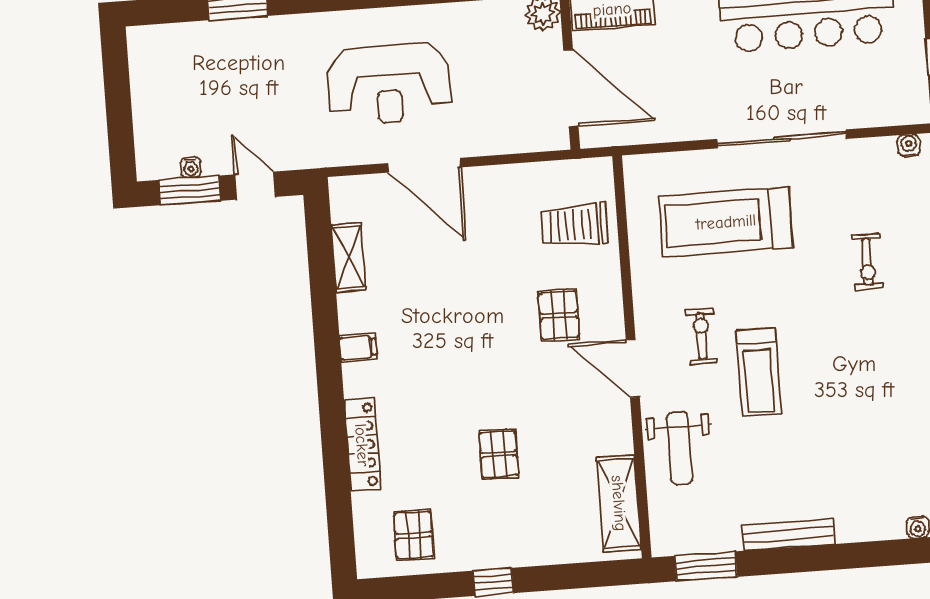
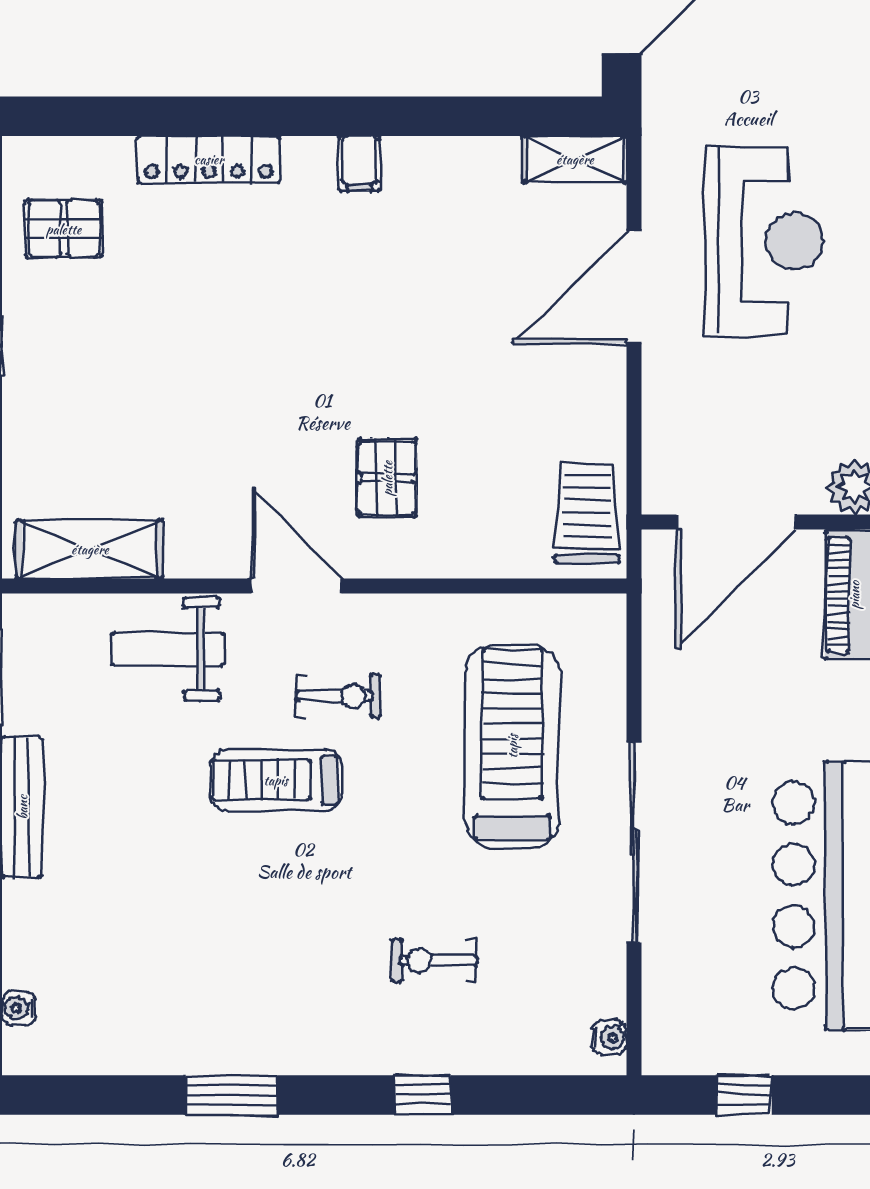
reception desk: (389, 84) -> (764, 241), turned 180
trolley: (575, 225) -> (587, 513), moved
shelving: (349, 257) -> (575, 159), moved
pallet: (559, 315) -> (387, 478), turned 90
door: (633, 368) -> (296, 586), hinge flipped
pallet: (499, 454) -> (179, 369), removed

